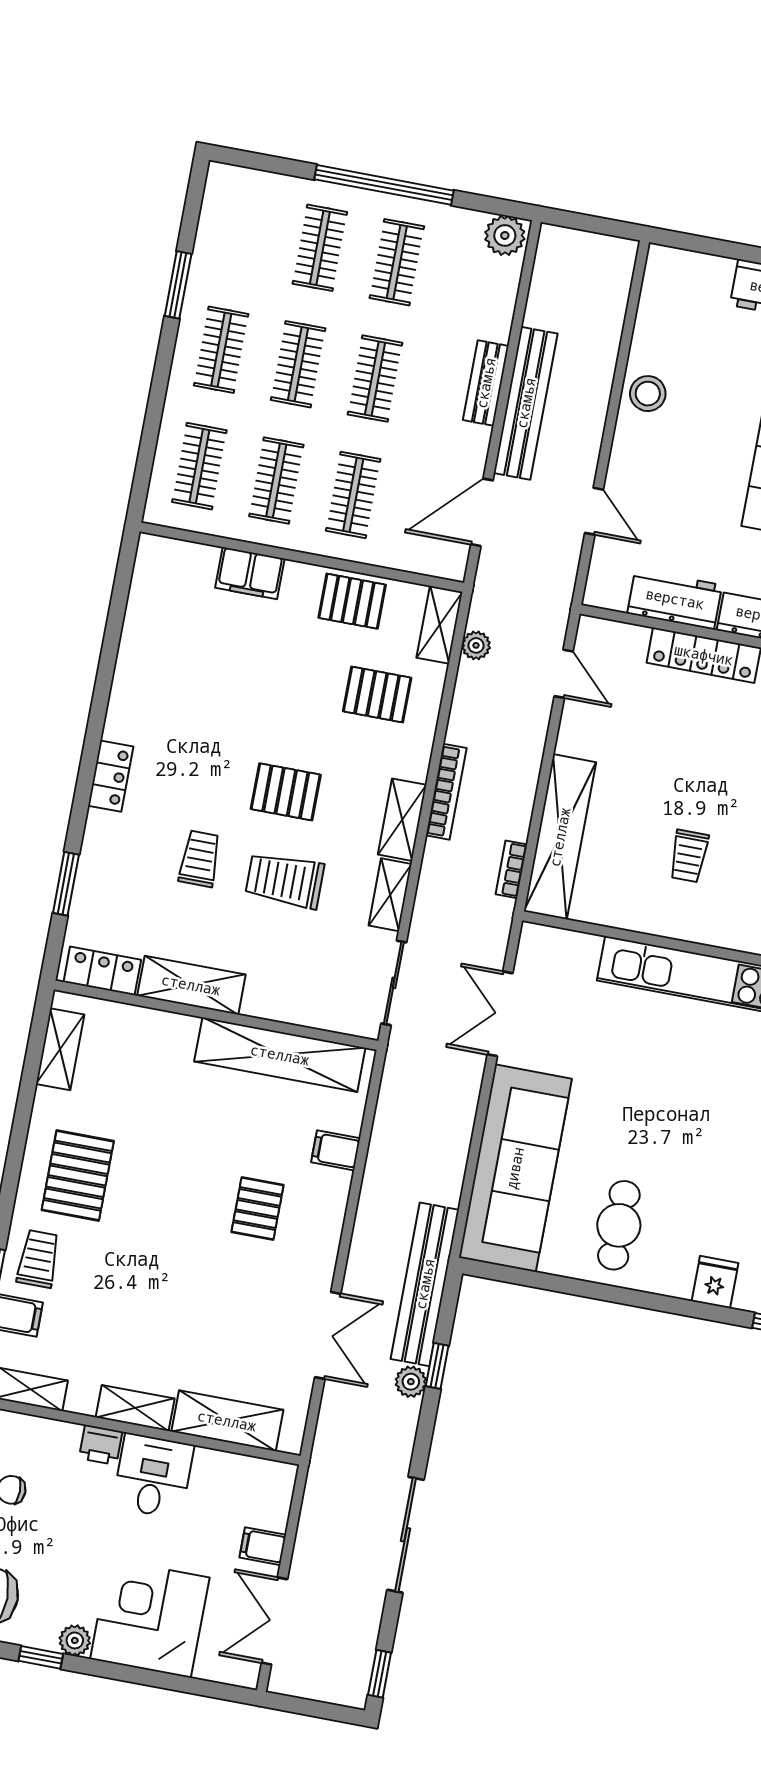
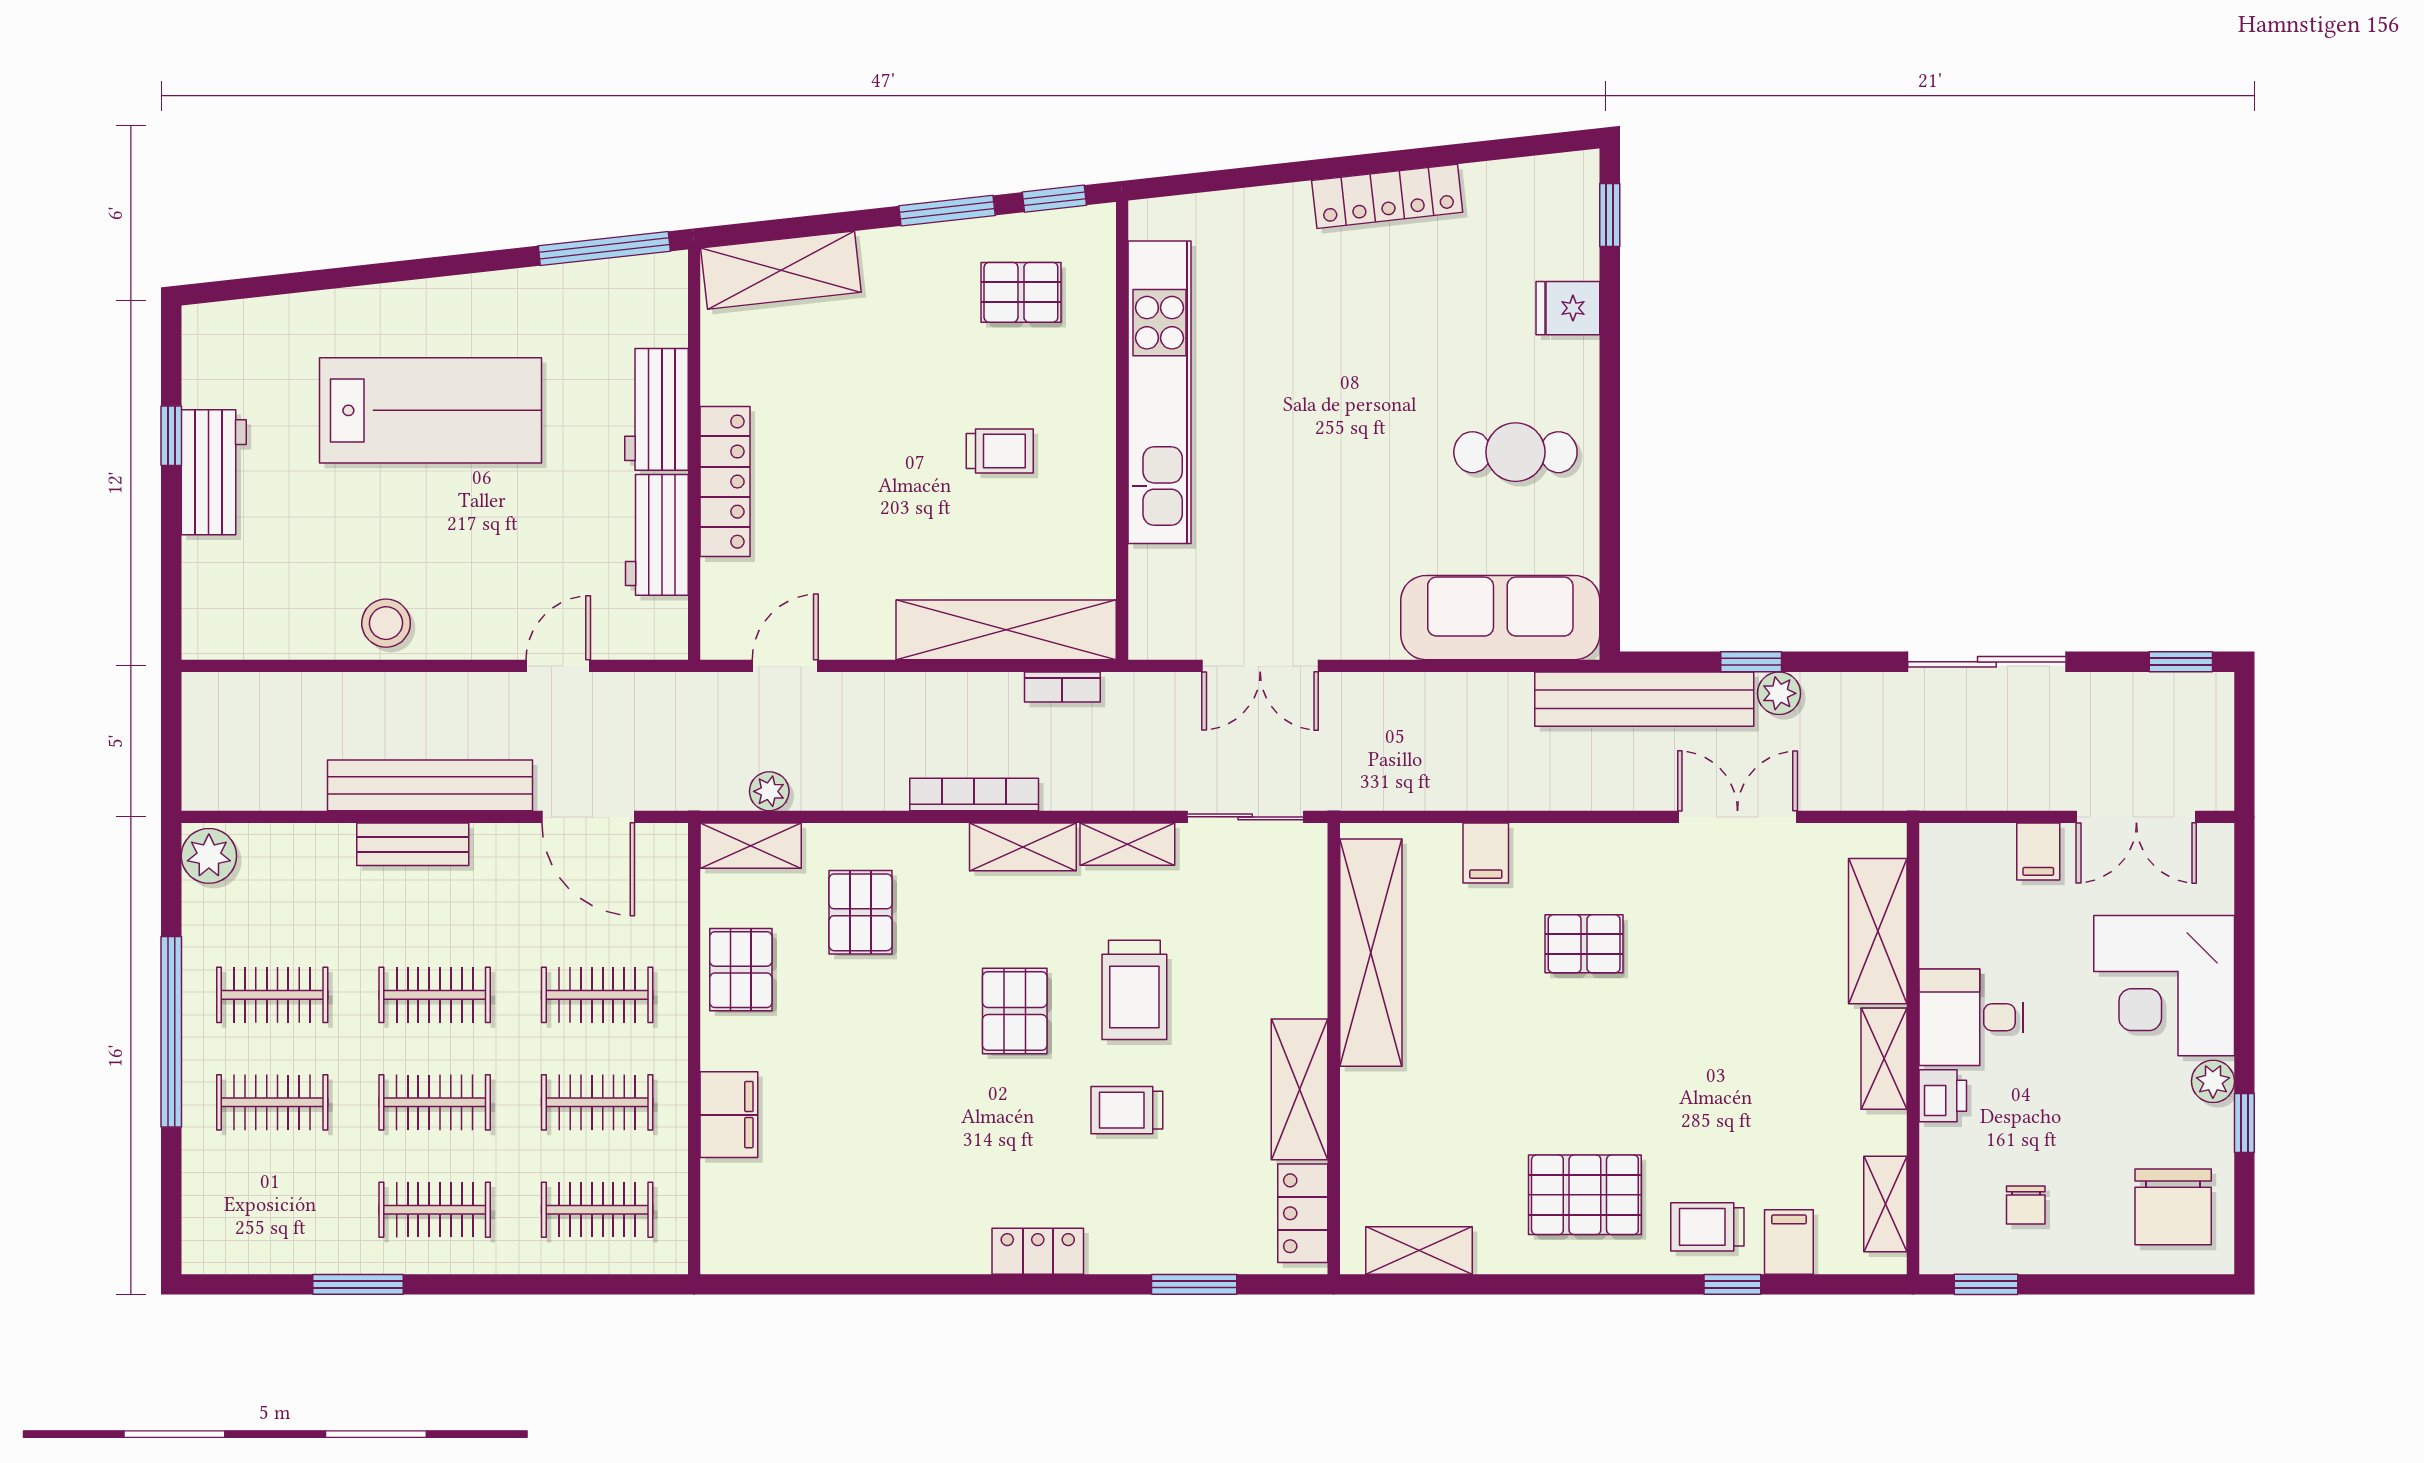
sofa: (515, 1168) -> (1500, 618), width x0.74, depth x0.79

